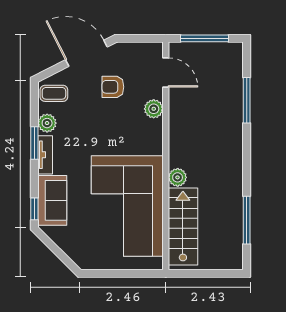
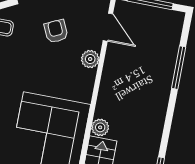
armchair: (113, 87) -> (56, 31), turned 65

